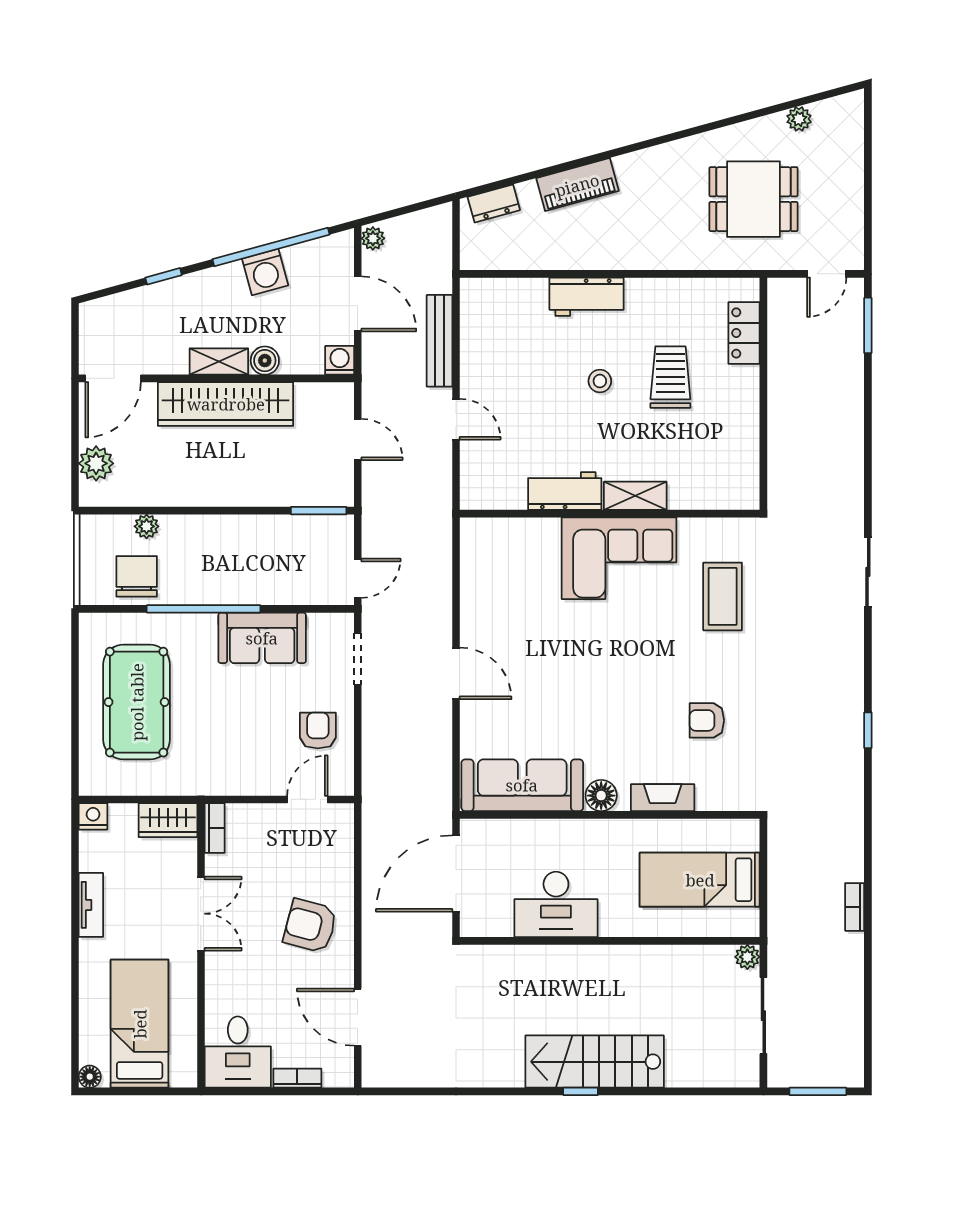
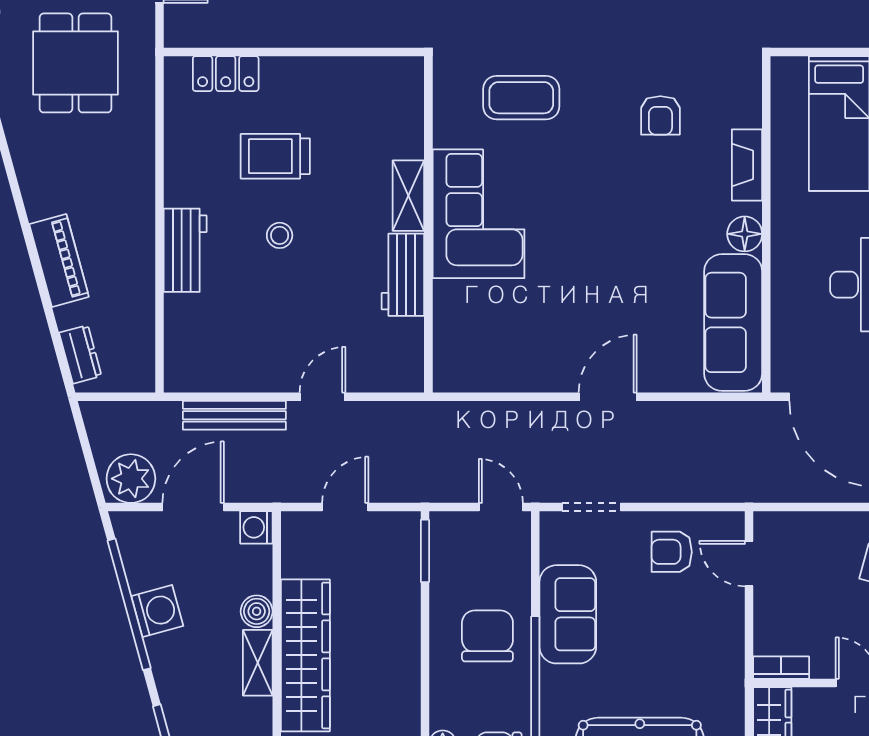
plant: (373, 238) -> (131, 479), width x1.88, depth x1.88
chair: (243, 566) -> (487, 636), added

